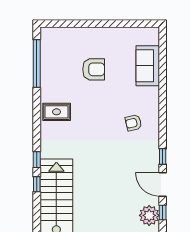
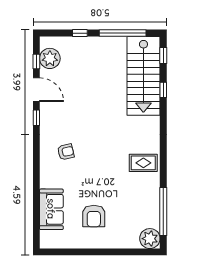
plant: (50, 37) -> (150, 239), added
armchair: (94, 69) -> (94, 216), moved, turned -90
window: (37, 160) -> (163, 56), moved

